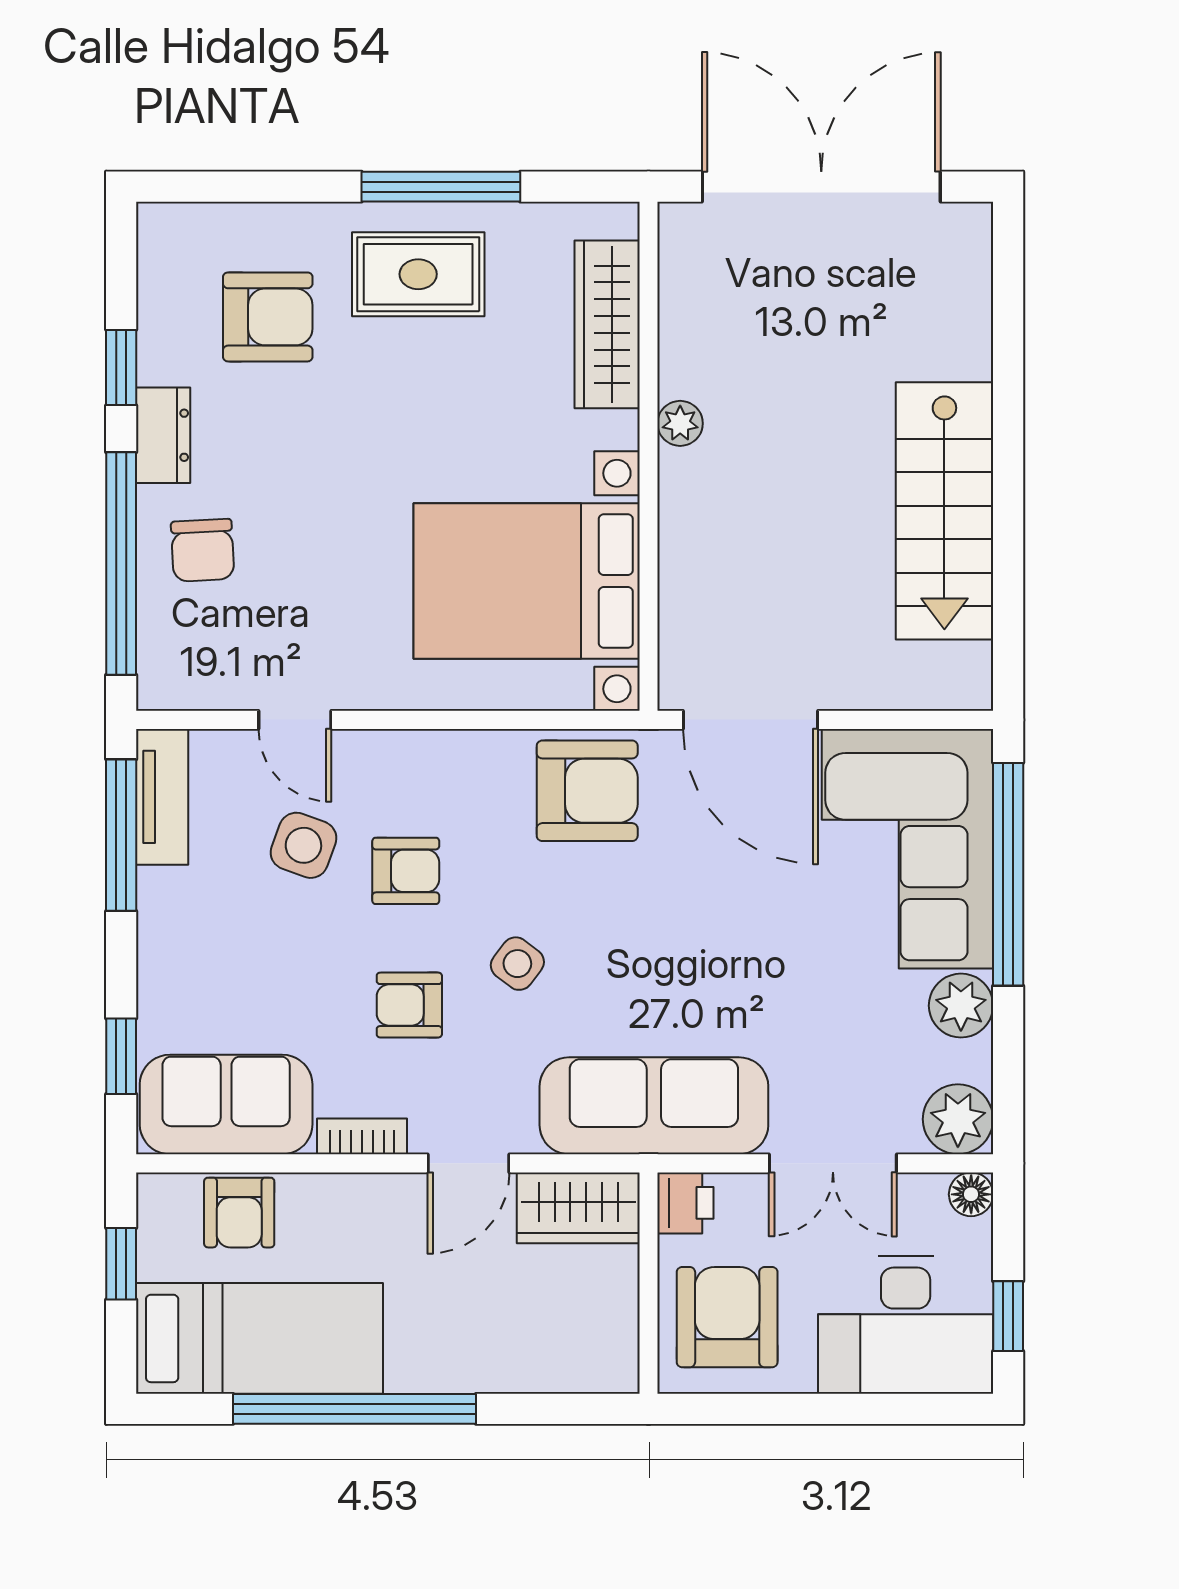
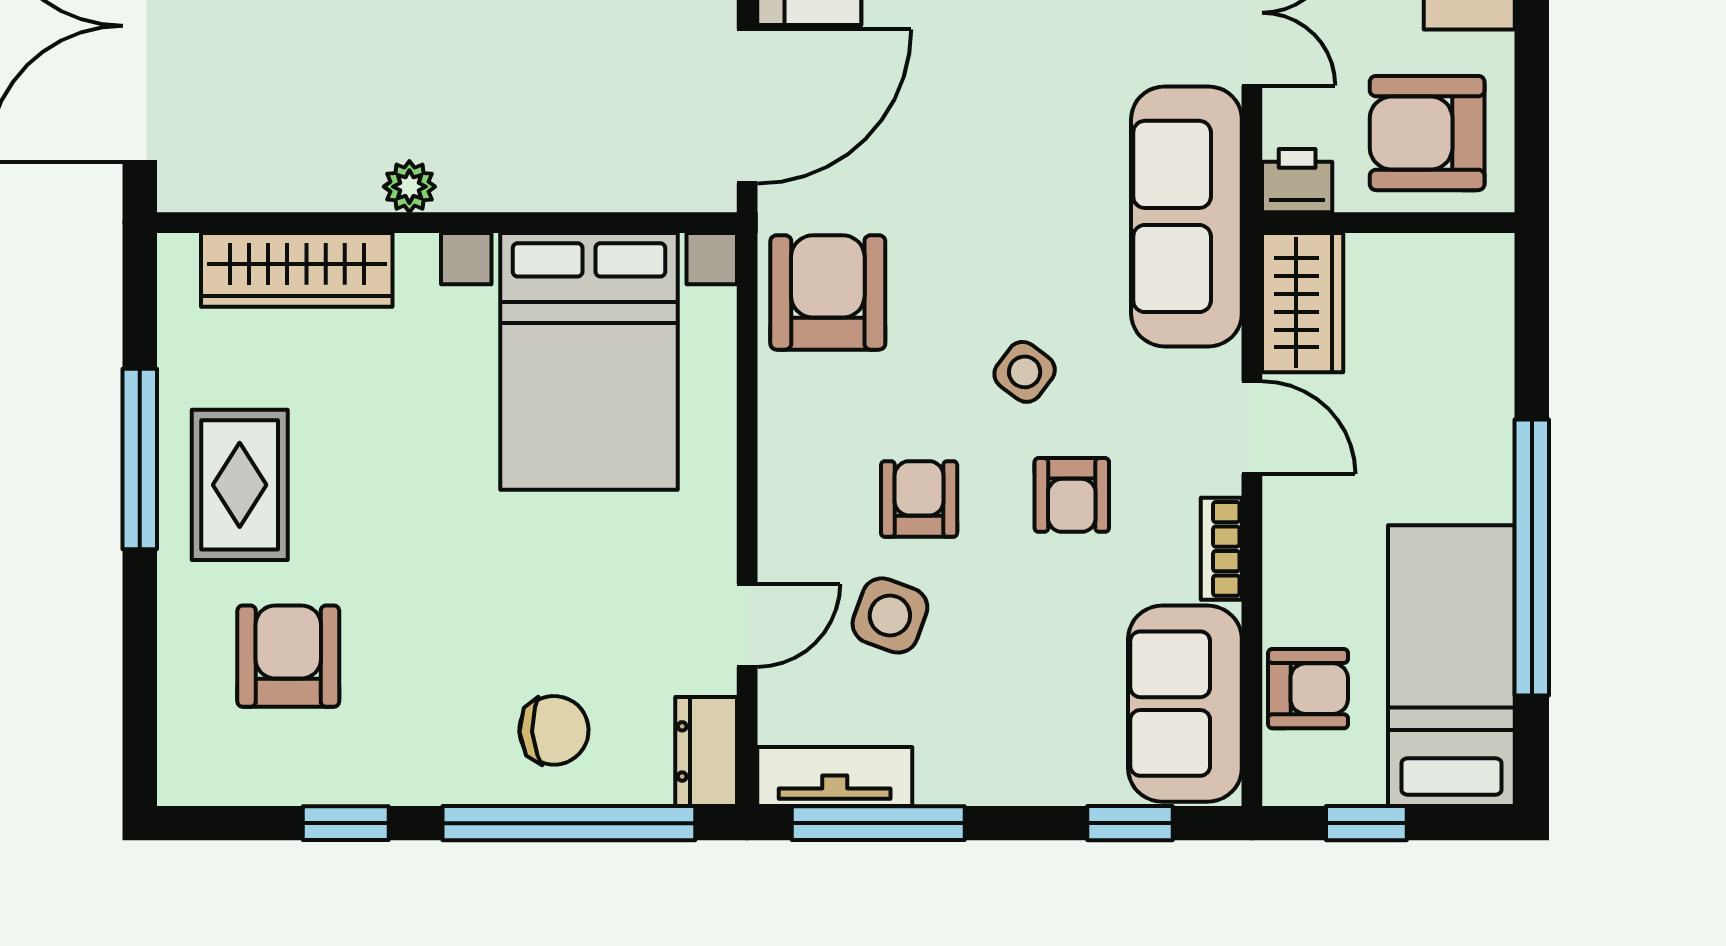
dresser: (163, 435) -> (706, 751), moved, turned -90

